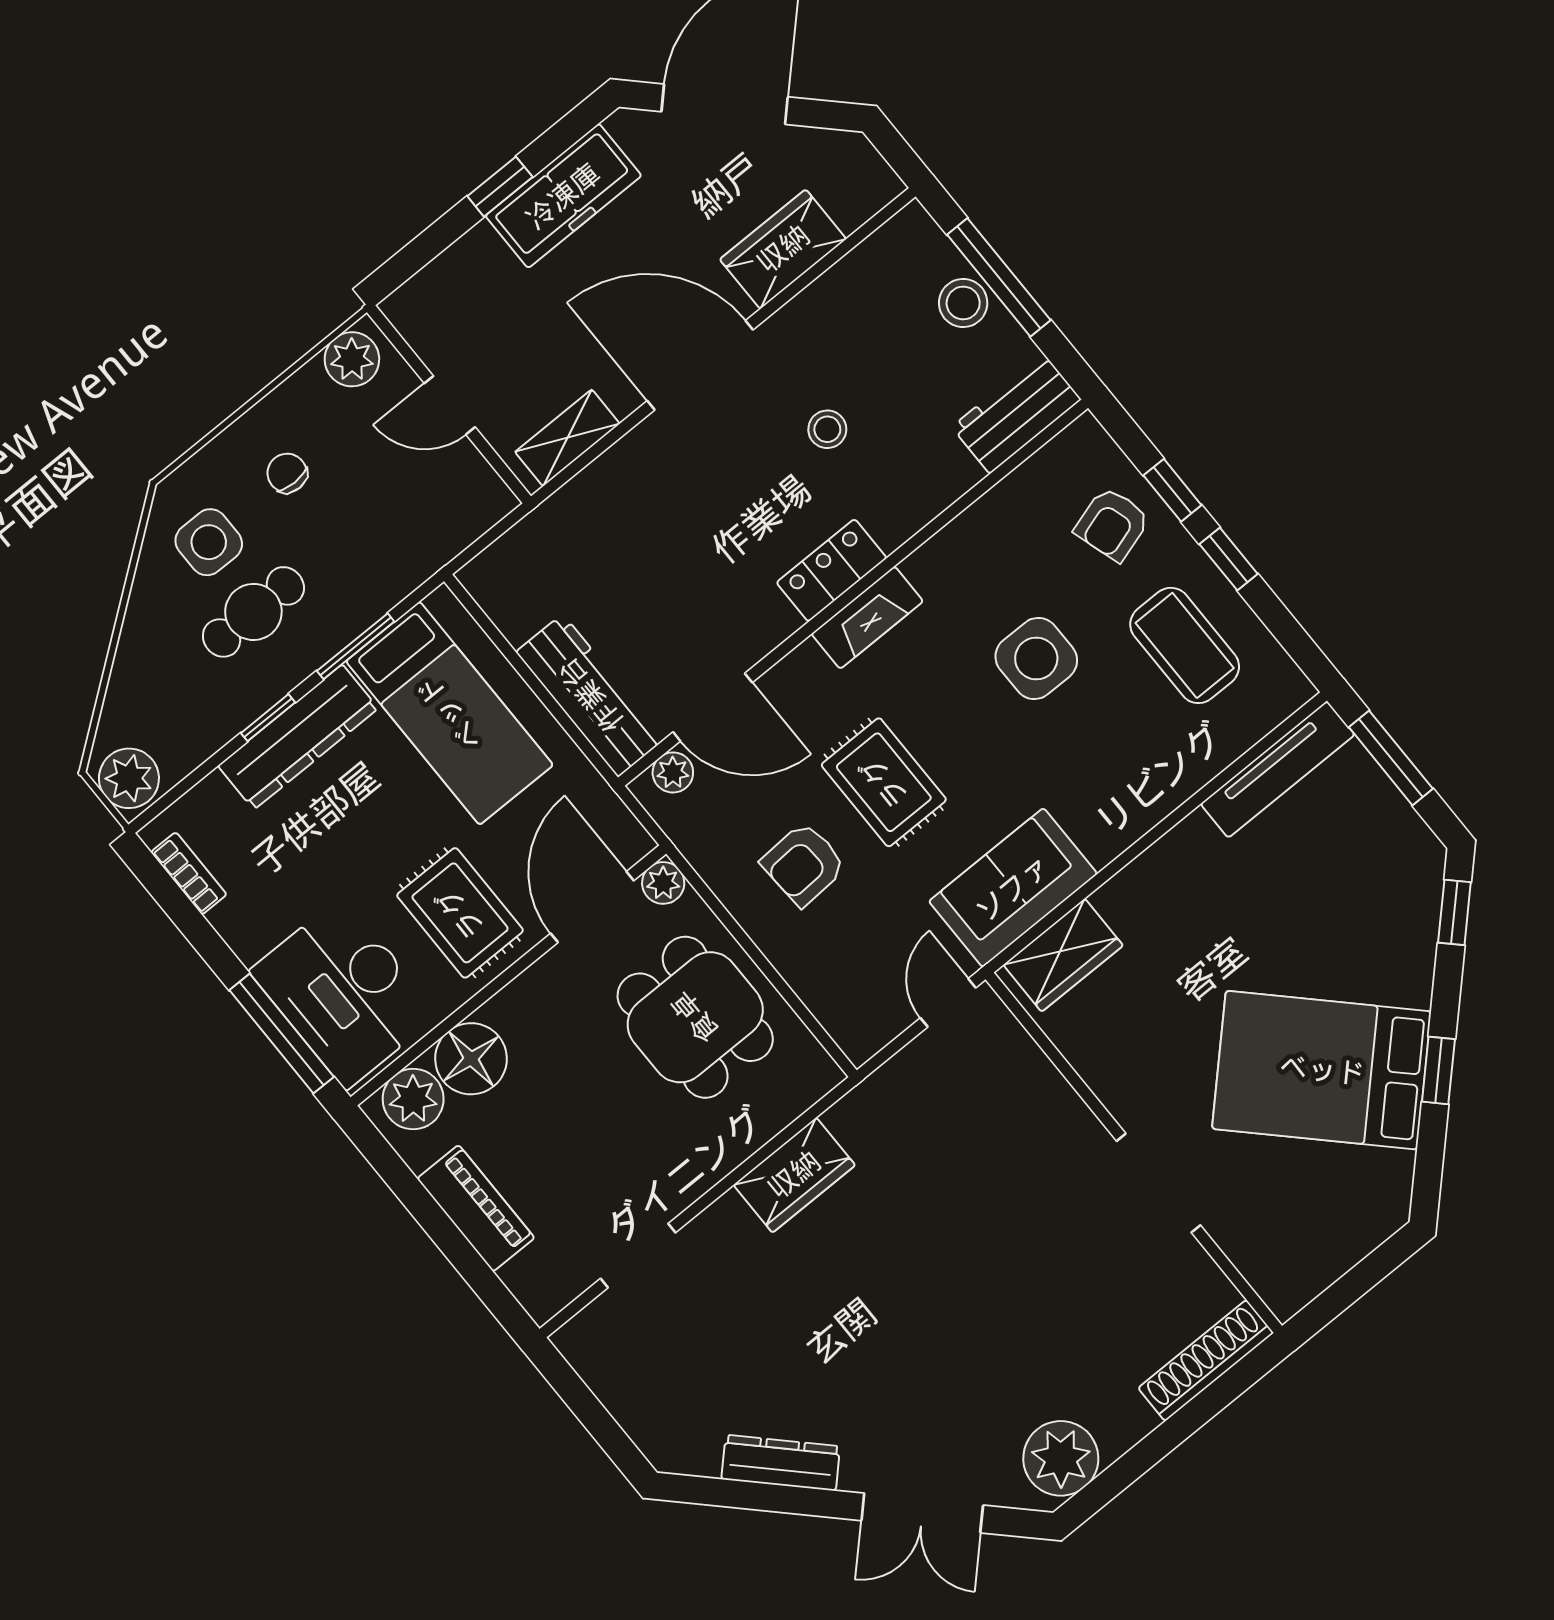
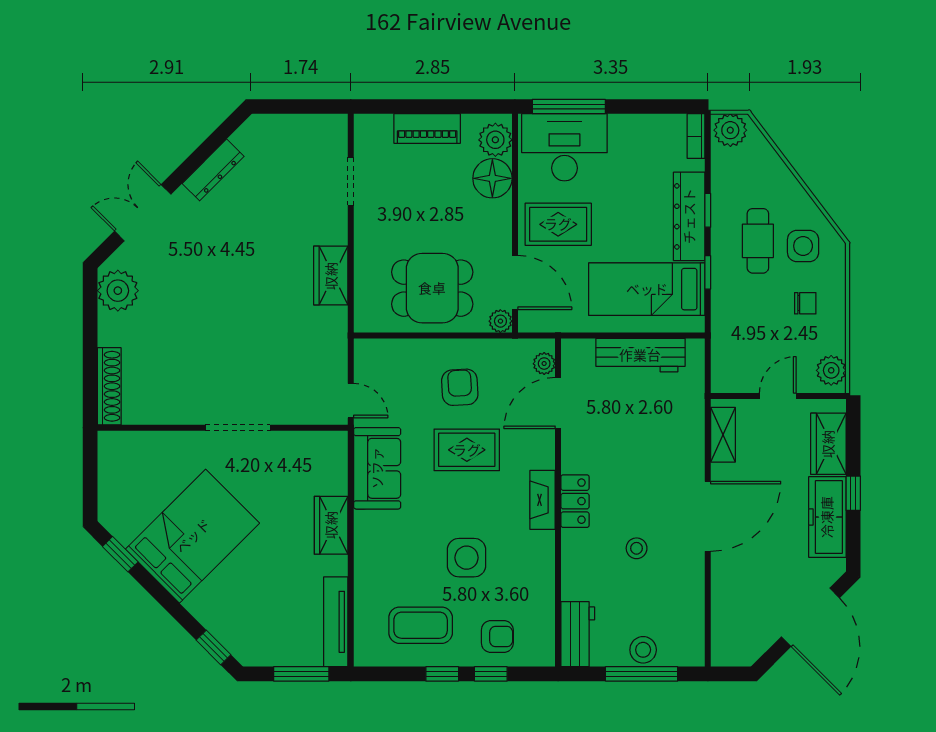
wardrobe: (783, 249) -> (828, 444), moved, turned 180
armchair: (1112, 524) -> (497, 637), turned 107
window: (356, 646) -> (708, 272), width x0.67
workbench: (590, 695) -> (640, 355), moved
bookcase: (189, 873) -> (696, 136), moved, turned 90
wardrobe: (1063, 955) -> (331, 525), moved
window: (1438, 1070) -> (120, 554), moved
doorway: (1159, 1183) -> (238, 428), moved

